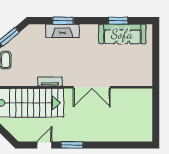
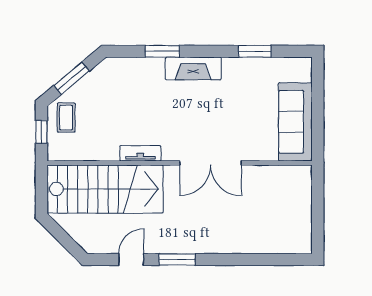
fireplace: (62, 31) -> (193, 68), moved
sofa: (122, 34) -> (295, 122), moved, turned 90

